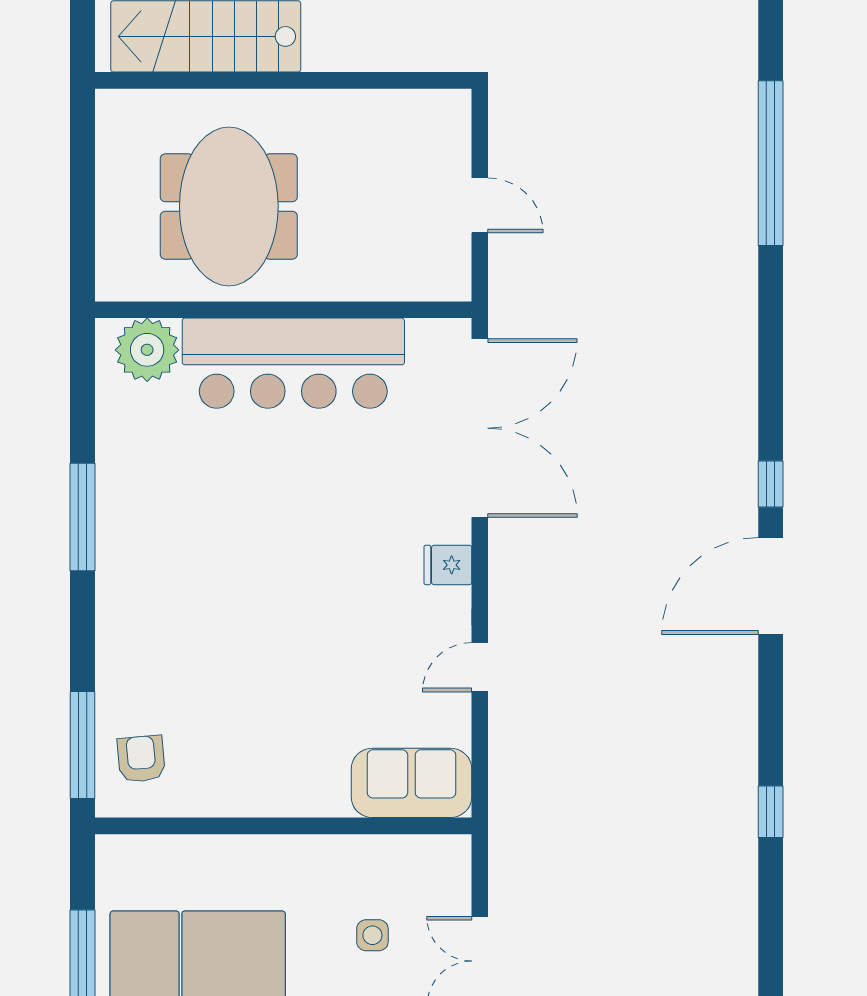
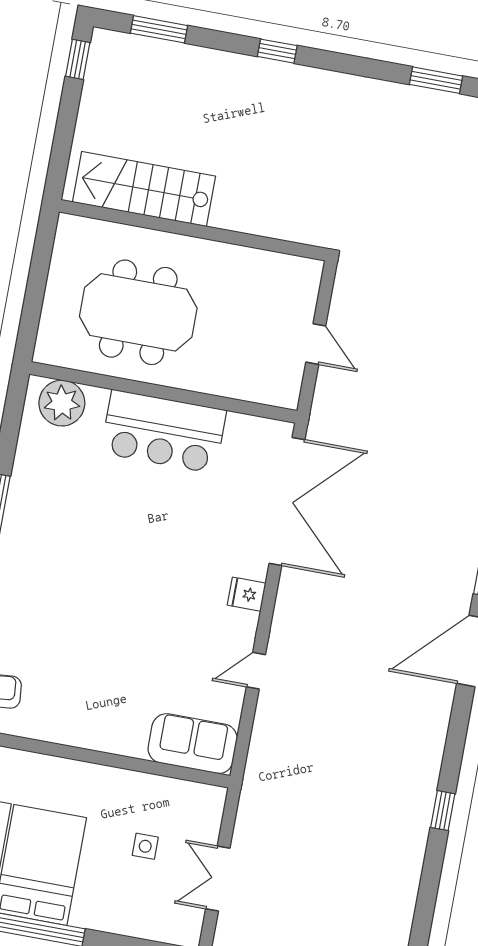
meeting table: (229, 206) -> (138, 312), turned 90
bar counter: (293, 363) -> (163, 431), width x0.73

